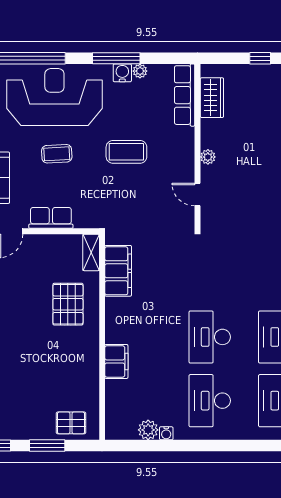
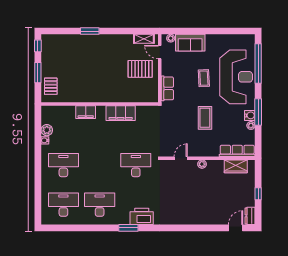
row of seats: (51, 218) -> (167, 88), moved
shelving: (91, 252) -> (148, 98), removed
filing cabinet: (118, 271) -> (121, 113), moved
pallet: (68, 304) -> (140, 69), moved
desk: (210, 337) -> (136, 165), moved

